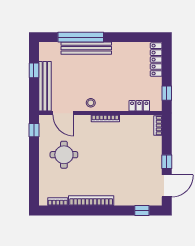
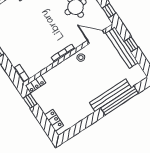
locker: (156, 60) -> (54, 120), width x0.66
window: (34, 70) -> (131, 44), moved
locker: (139, 106) -> (35, 84), moved

